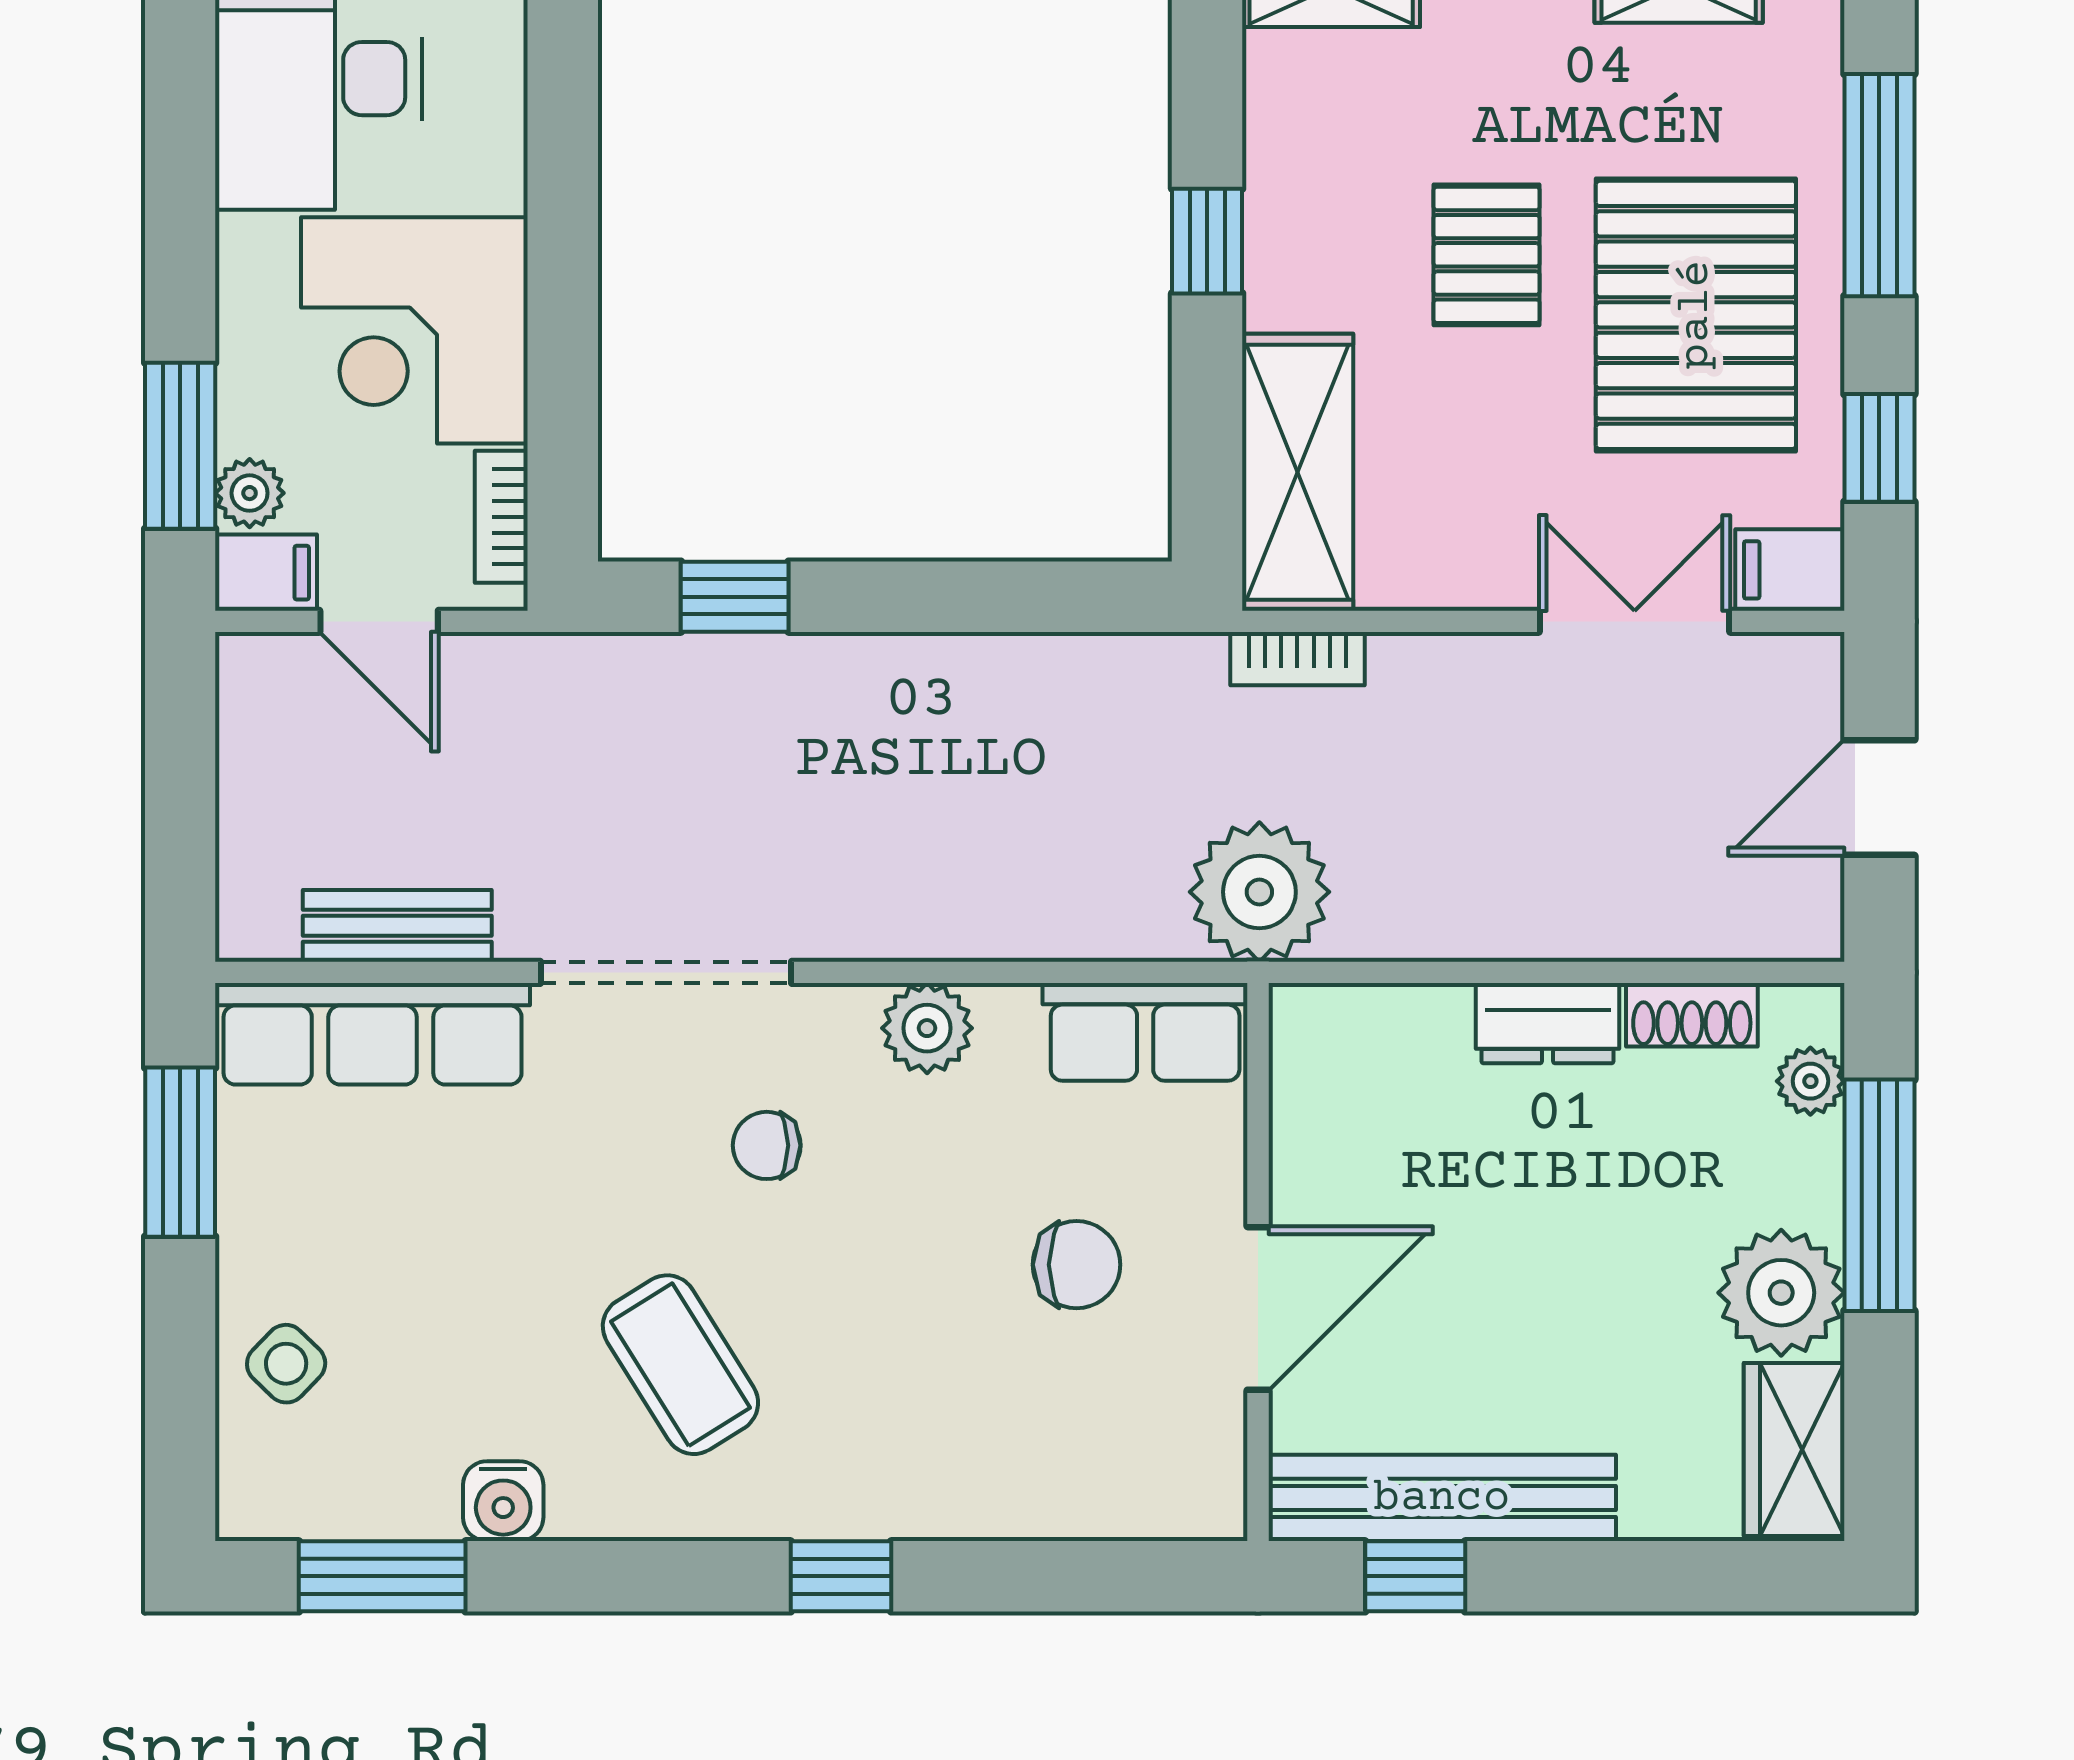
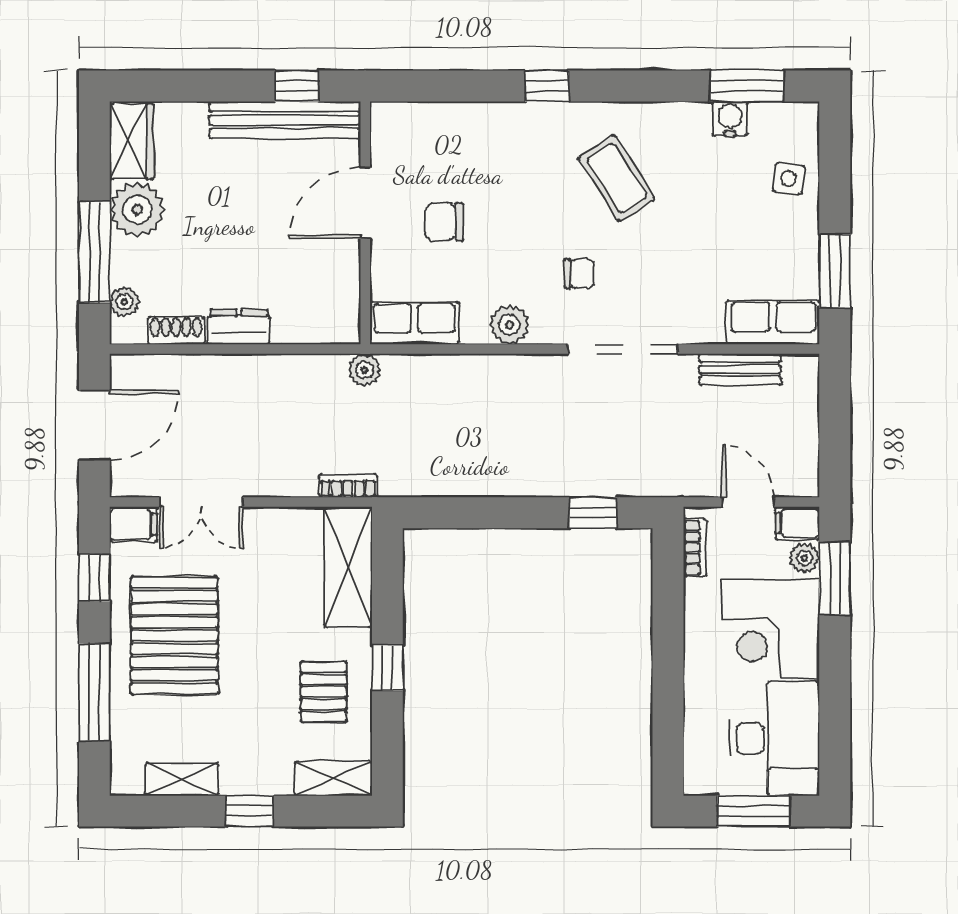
pallet: (1487, 255) -> (324, 692), moved
corner desk: (414, 330) -> (770, 629), moved, turned 180
door: (1879, 798) -> (94, 425), width x1.38
plant: (1259, 892) -> (365, 370), width x0.53, depth x0.53
row of seats: (373, 1034) -> (773, 322), width x0.68
side table: (286, 1364) -> (789, 179), turned -37
water cooler: (503, 1501) -> (730, 119), moved

